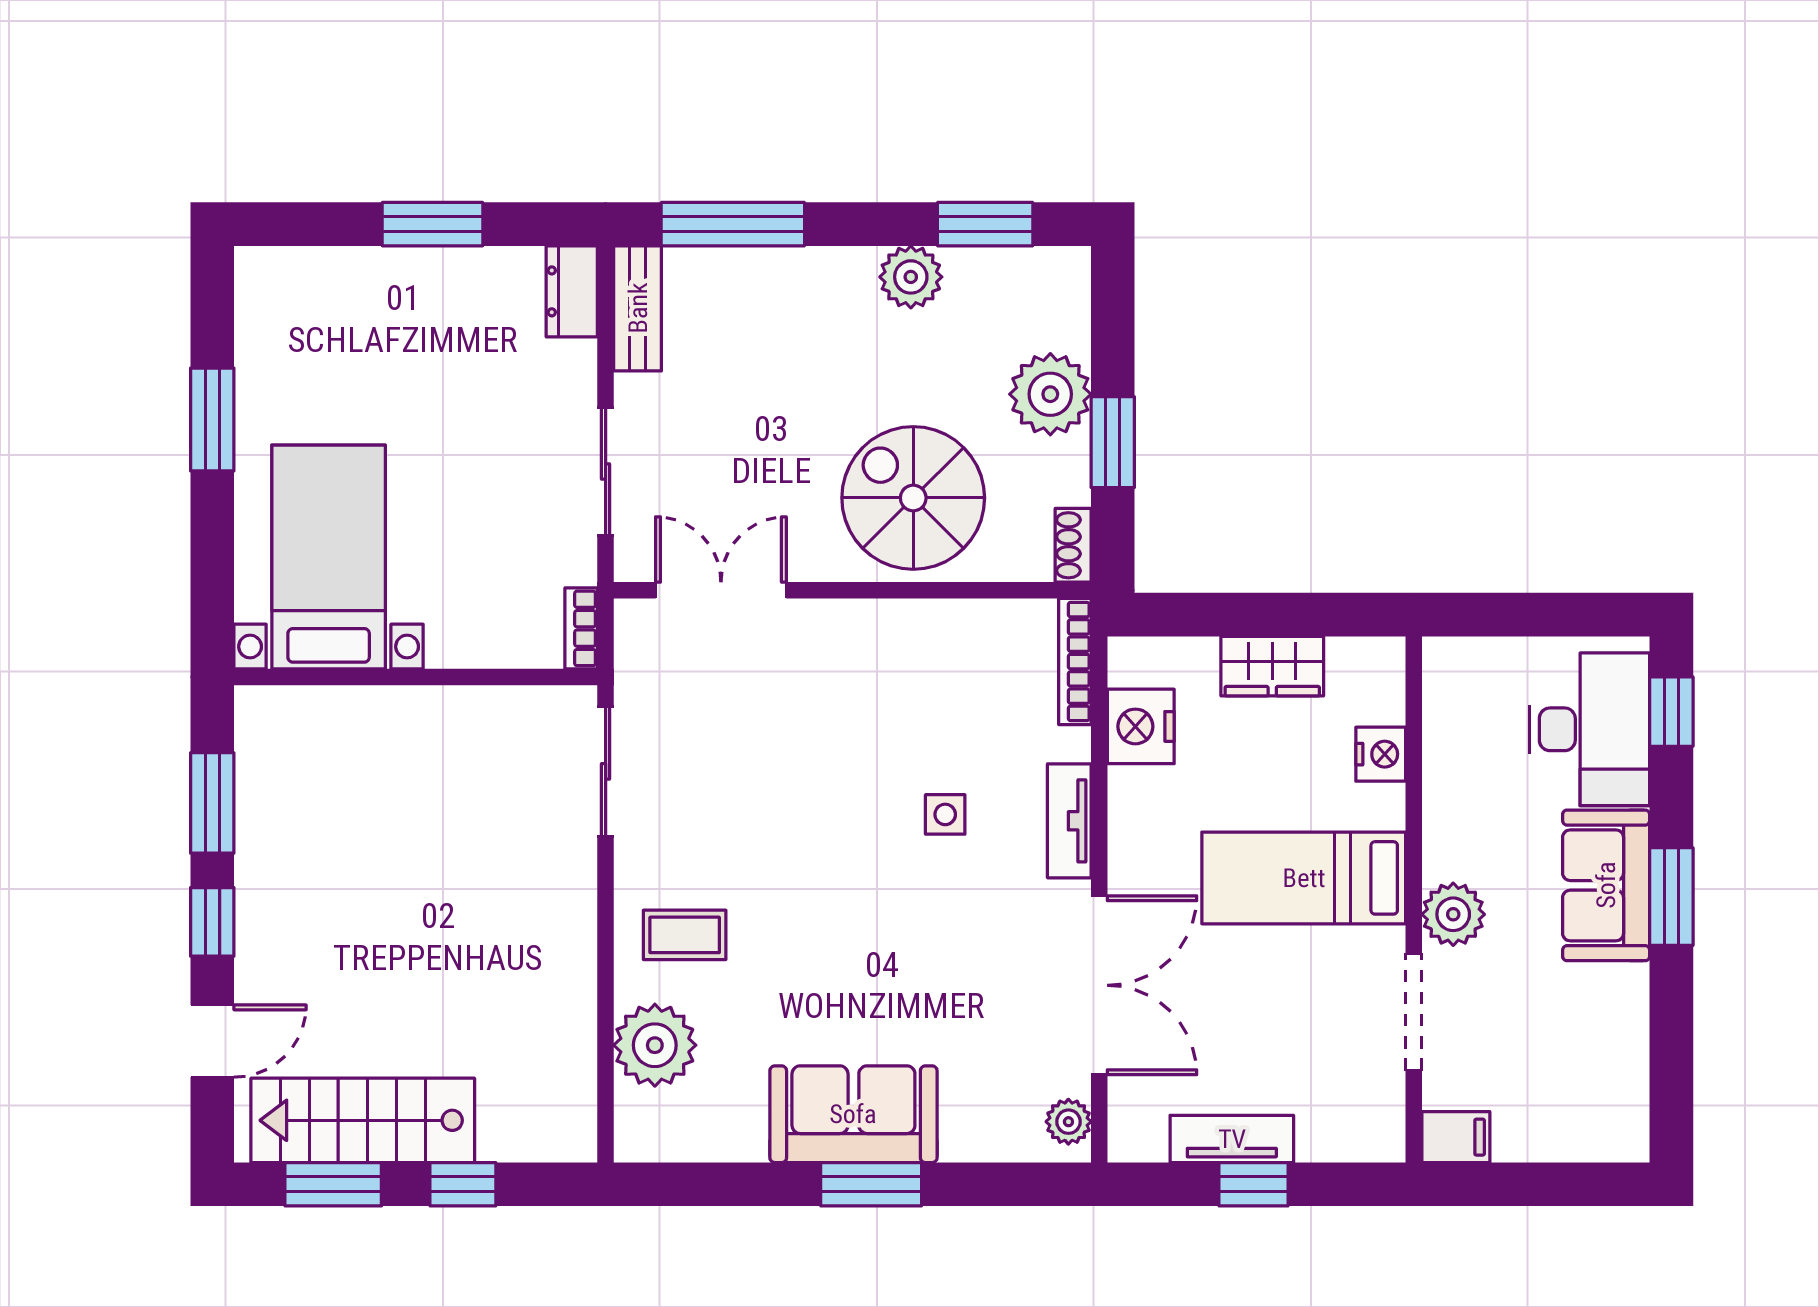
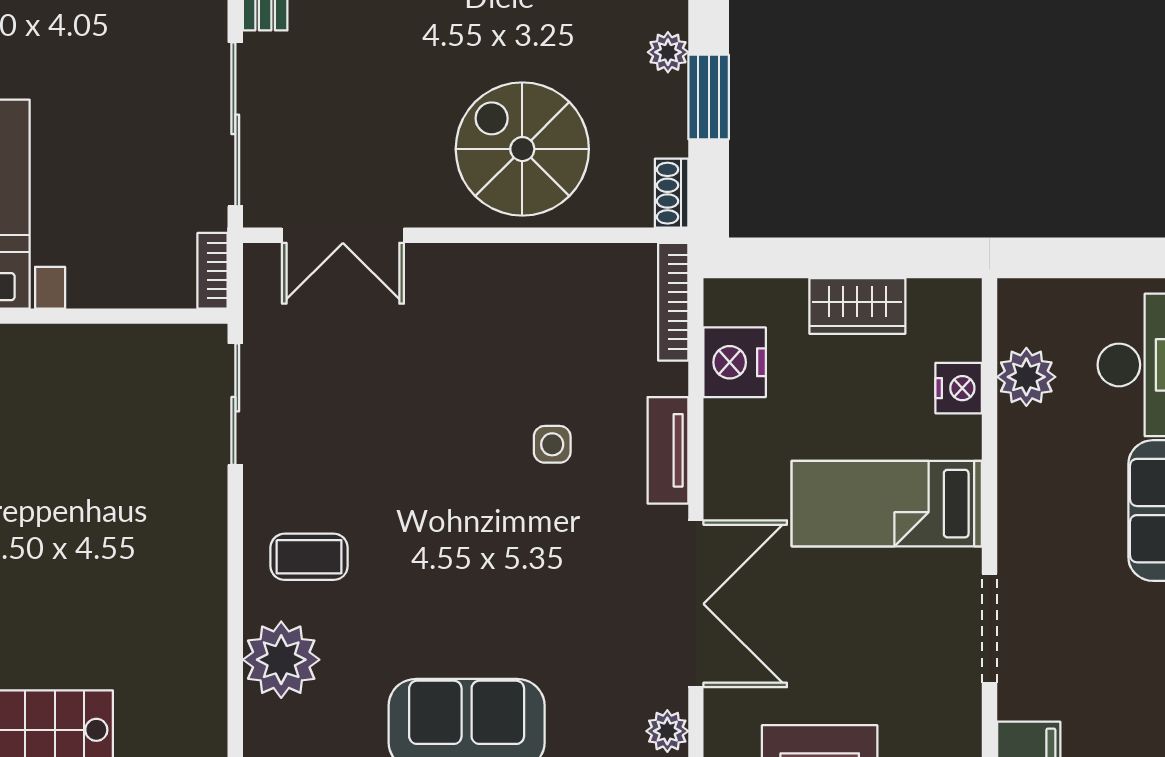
plant: (1050, 394) -> (668, 52), width x0.53, depth x0.53
sliding door: (606, 472) -> (235, 124), width x1.37
double door: (721, 590) -> (343, 235), swing flipped
plant: (1453, 914) -> (1026, 377), moved

